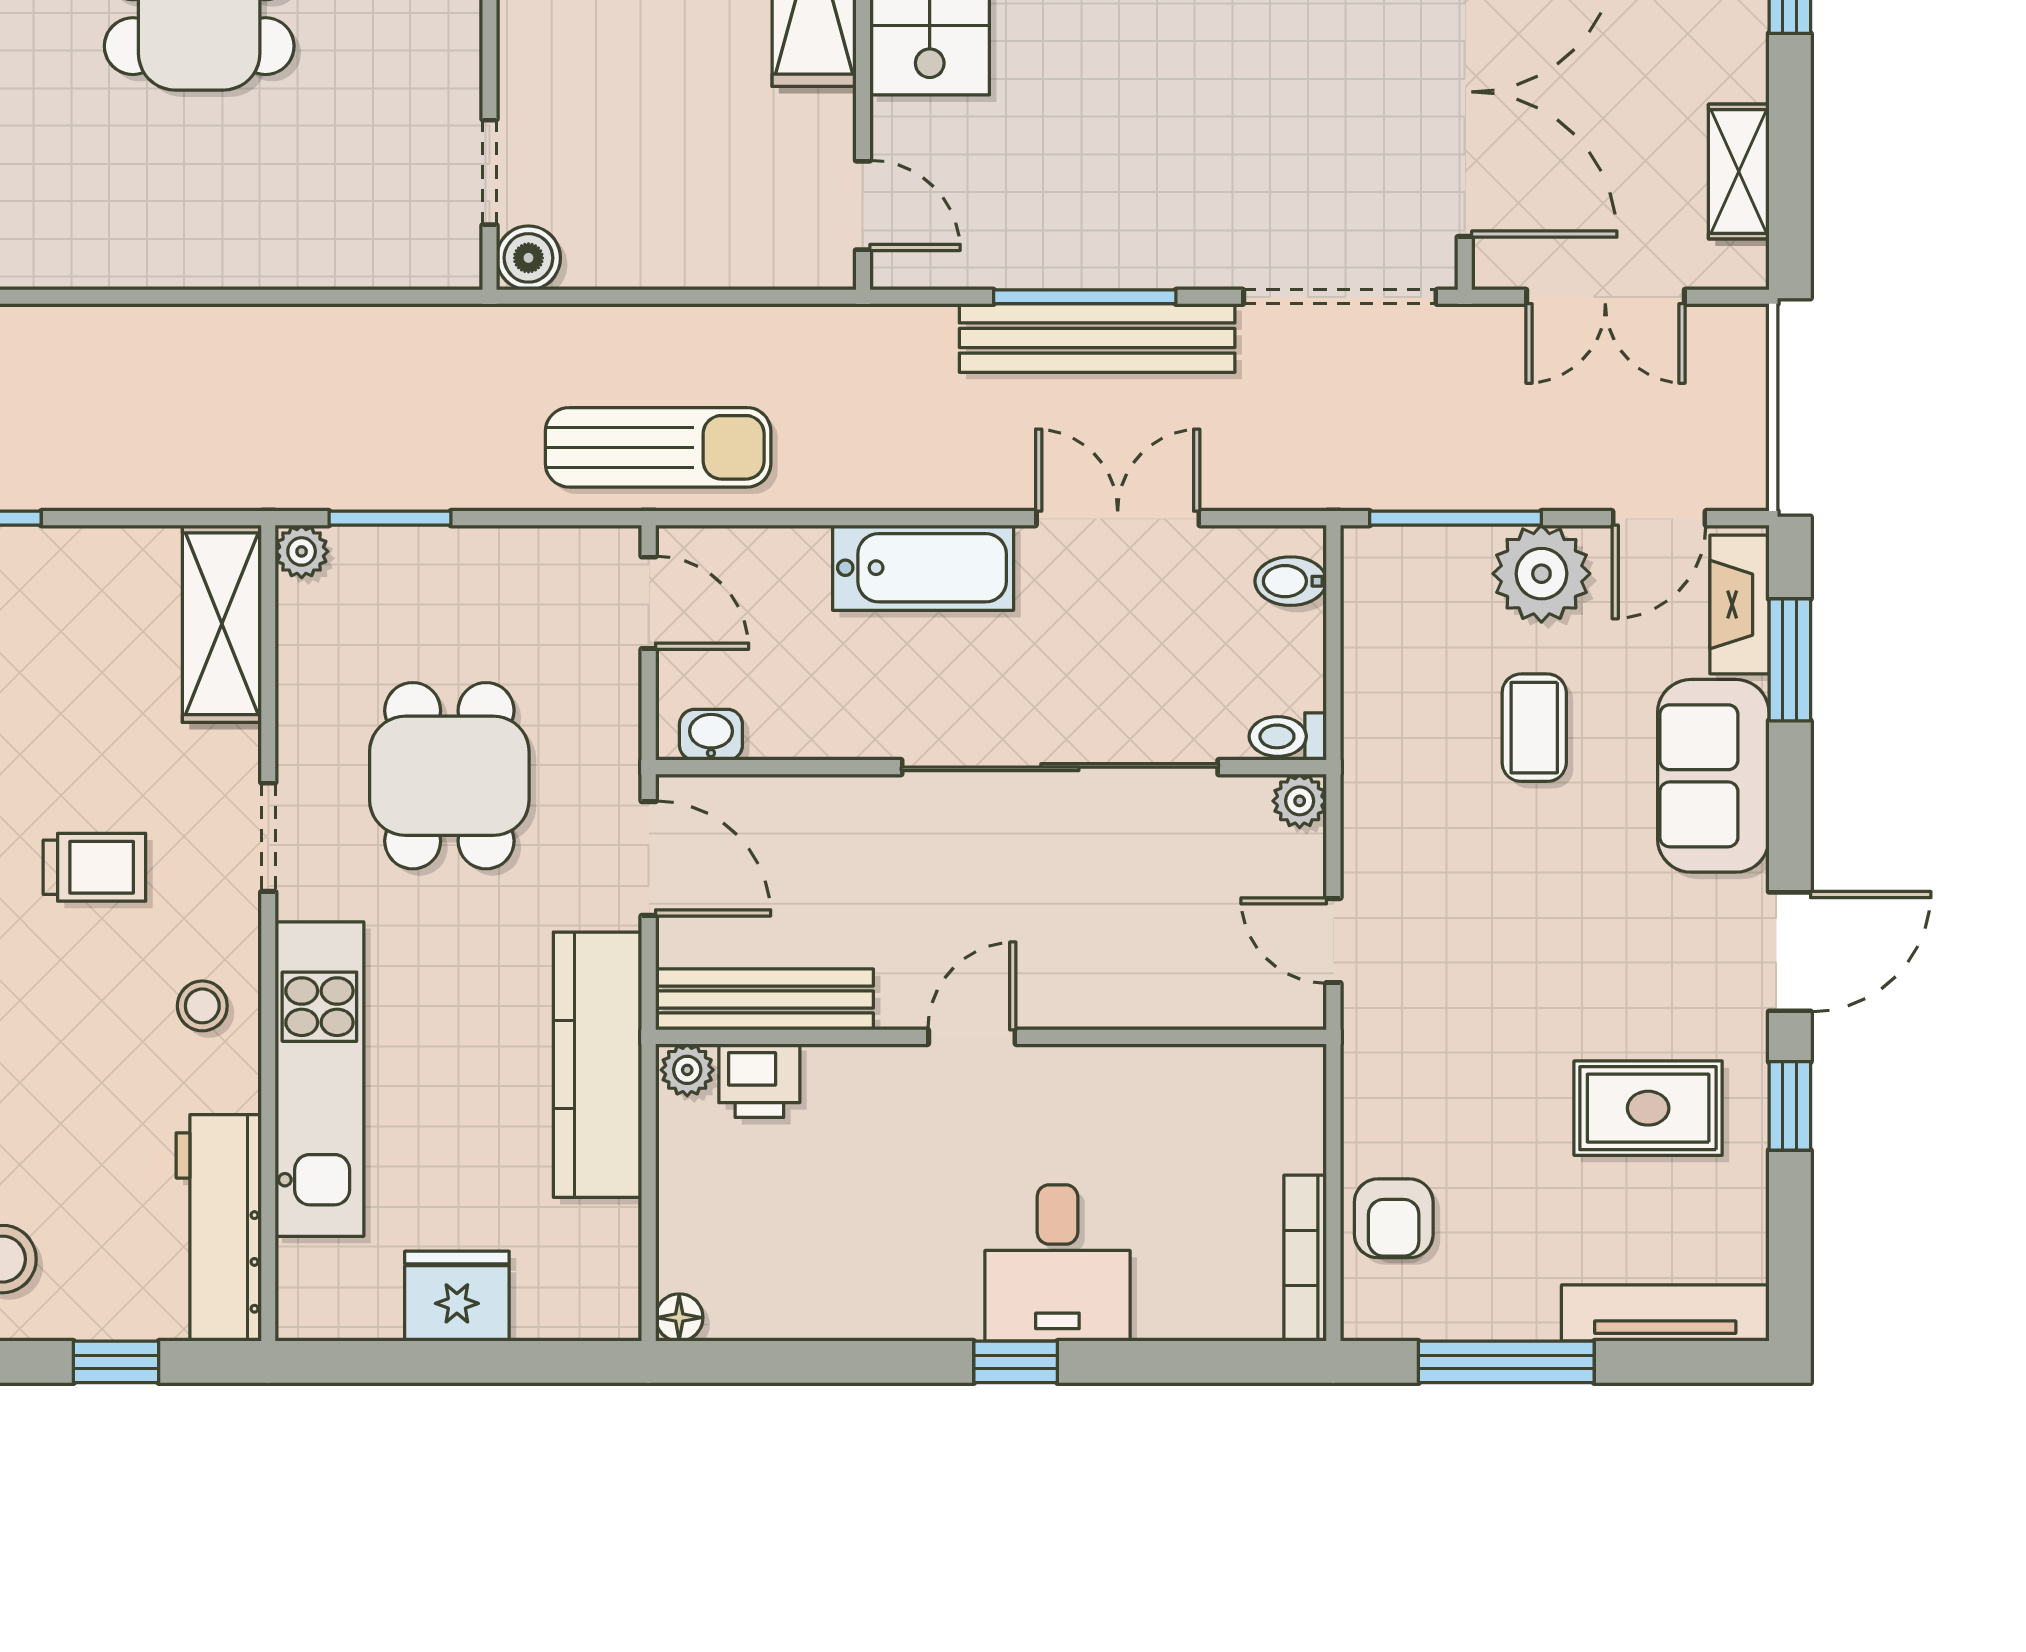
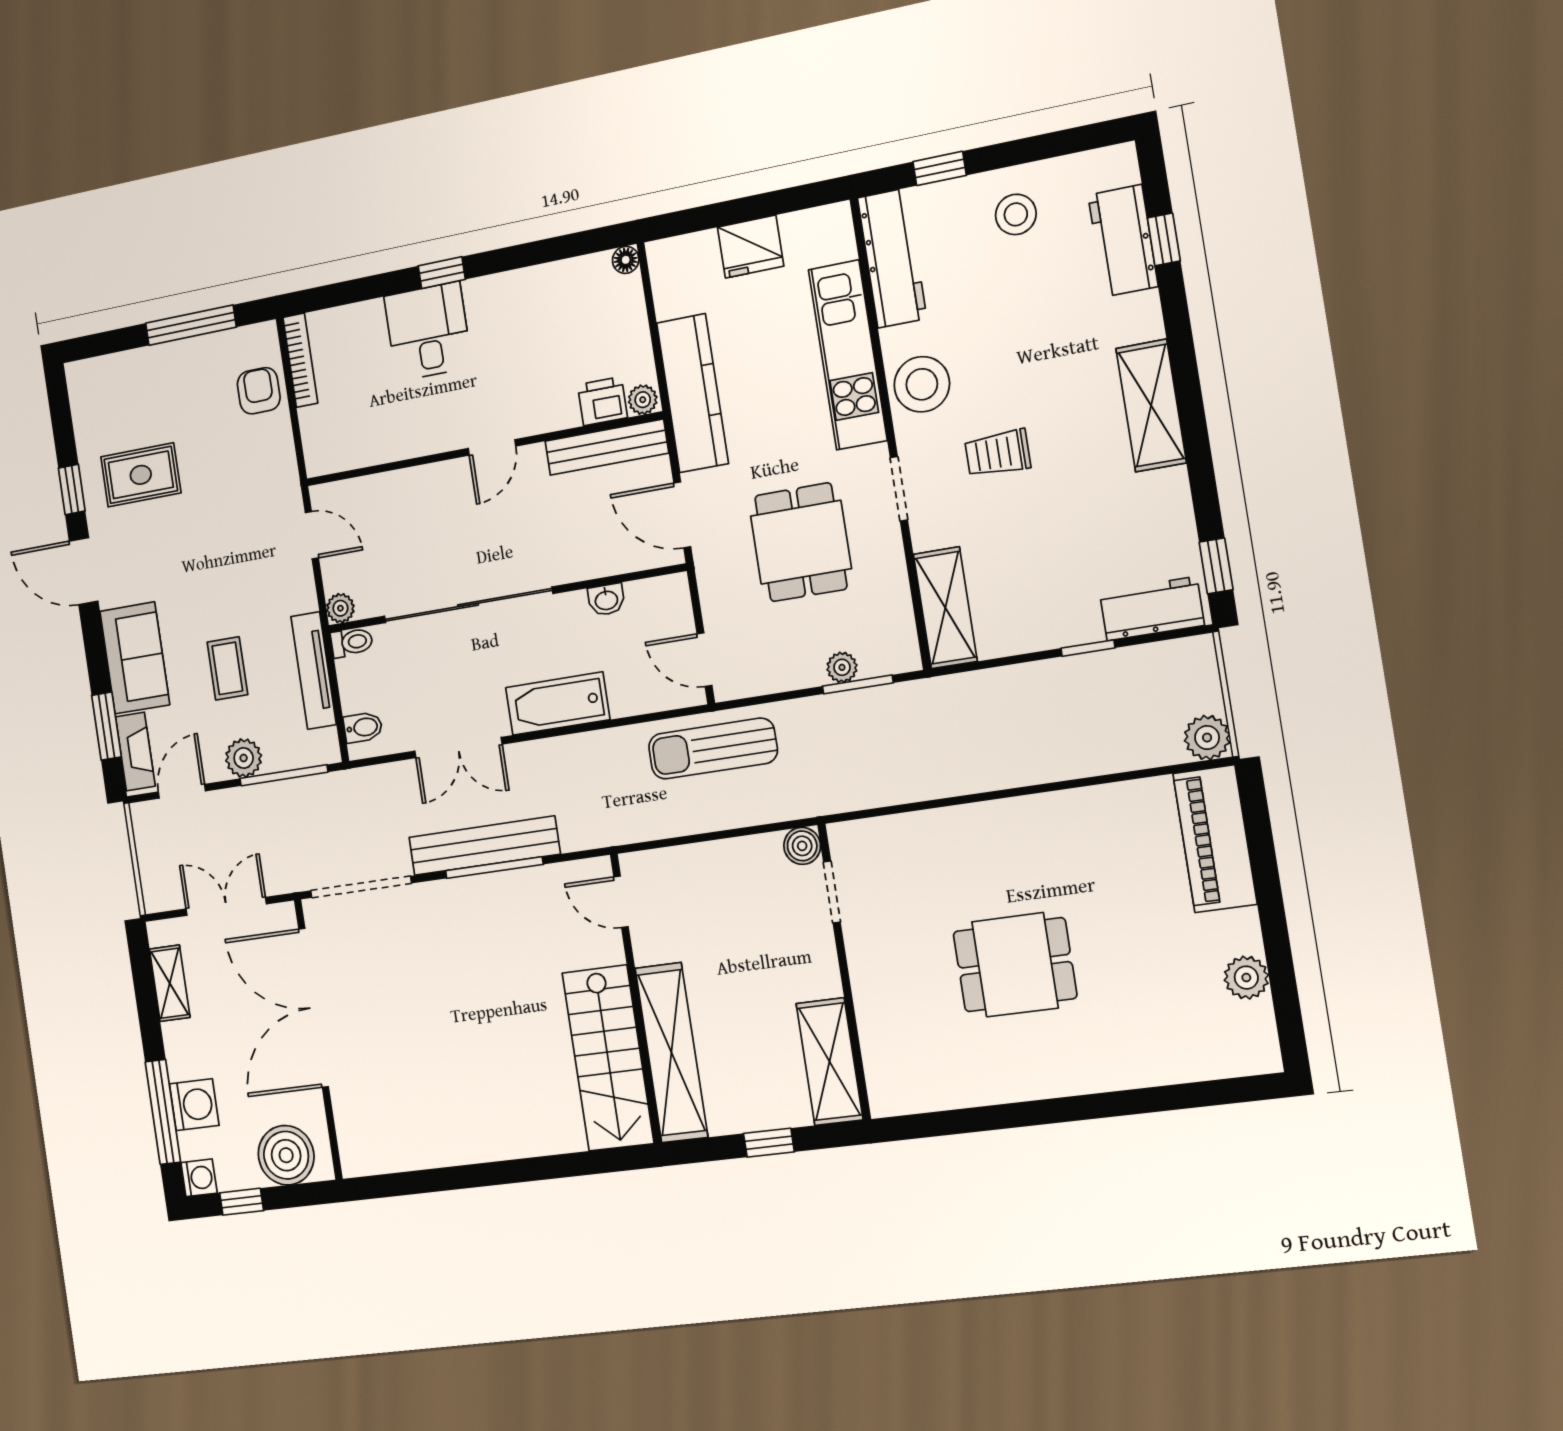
plant: (302, 551) -> (842, 667), moved
plant: (1541, 574) -> (244, 758), width x0.73, depth x0.73
washbasin: (711, 735) -> (606, 600), moved
door: (1790, 952) -> (84, 571), hinge flipped
stool: (202, 1006) -> (922, 384), width x1.89, depth x1.89
tv unit: (1665, 1313) -> (314, 671), moved, turned 90

